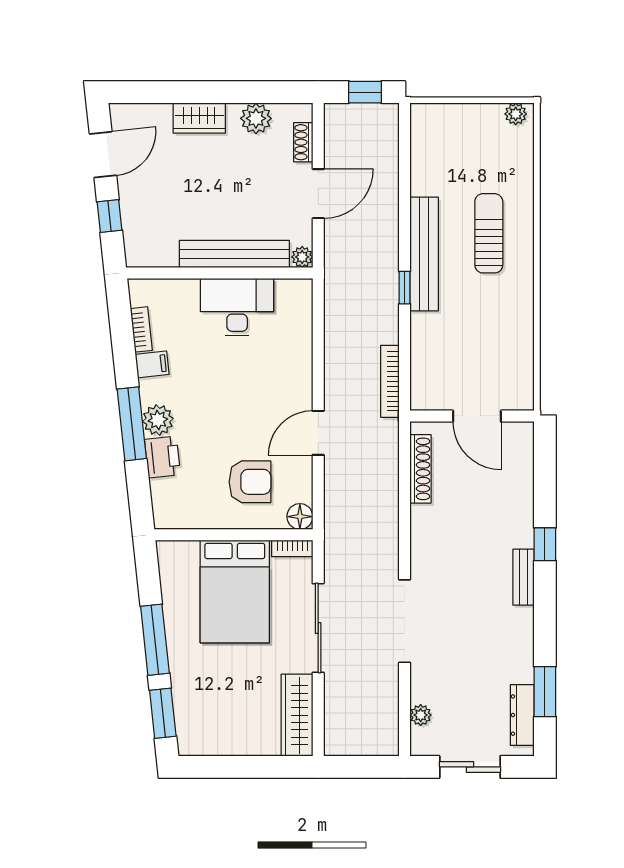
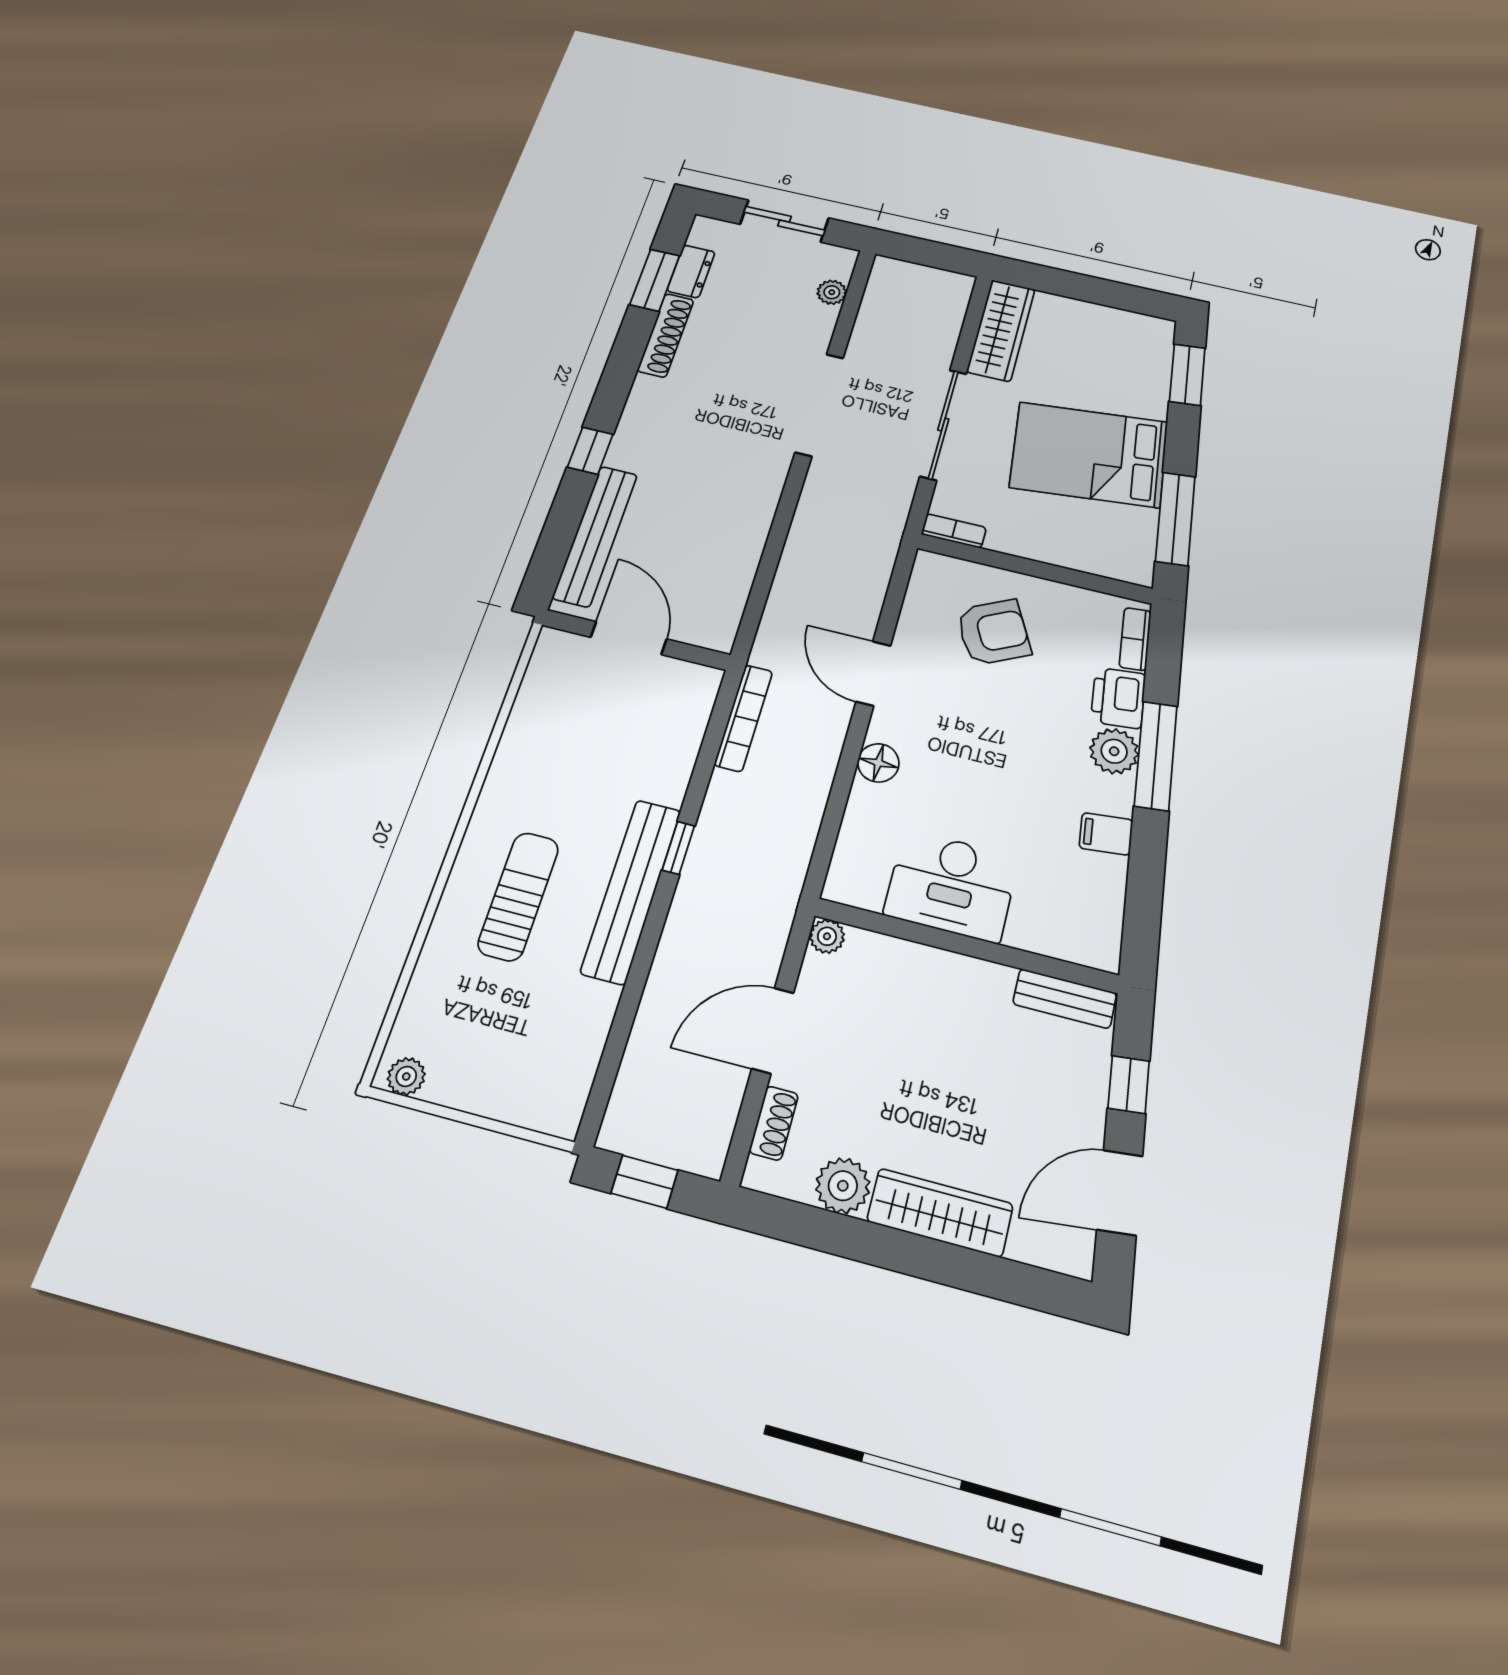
wardrobe: (199, 118) -> (940, 1213), width x1.50
sun lounger: (489, 233) -> (518, 896), turned 180
bench: (234, 254) -> (1065, 999), moved, width x0.54, depth x0.82
bookcase: (141, 329) -> (1135, 639), moved
door: (318, 433) -> (873, 673), swing flipped
shoe rack: (421, 469) -> (666, 335), moved, turned 180
armchair: (250, 482) -> (993, 632), turned 153
floor lamp: (300, 517) -> (878, 763), moved
bench: (523, 577) -> (595, 536), moved, width x1.86, depth x1.21
bed: (235, 592) -> (1089, 455), moved, turned -96
window: (155, 640) -> (1175, 519), moved
dresser: (522, 715) -> (691, 271), width x0.70

